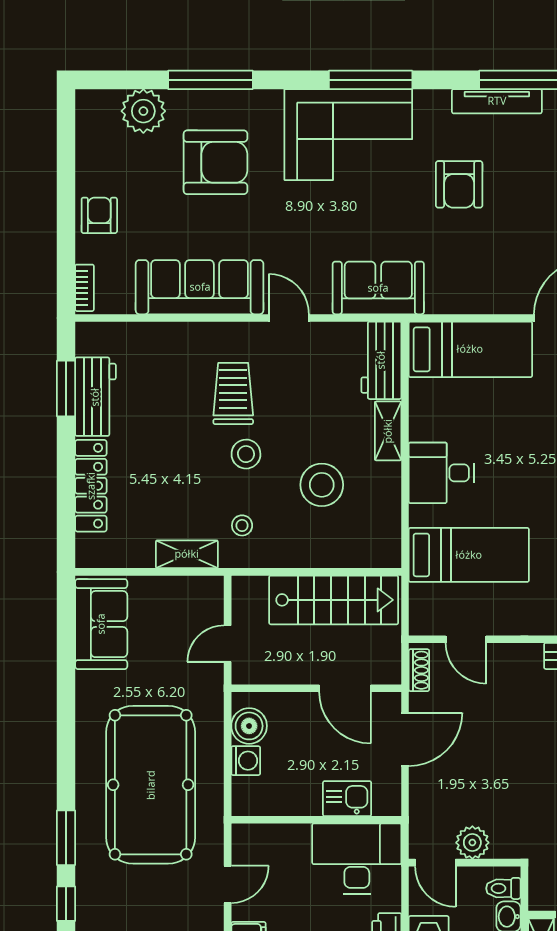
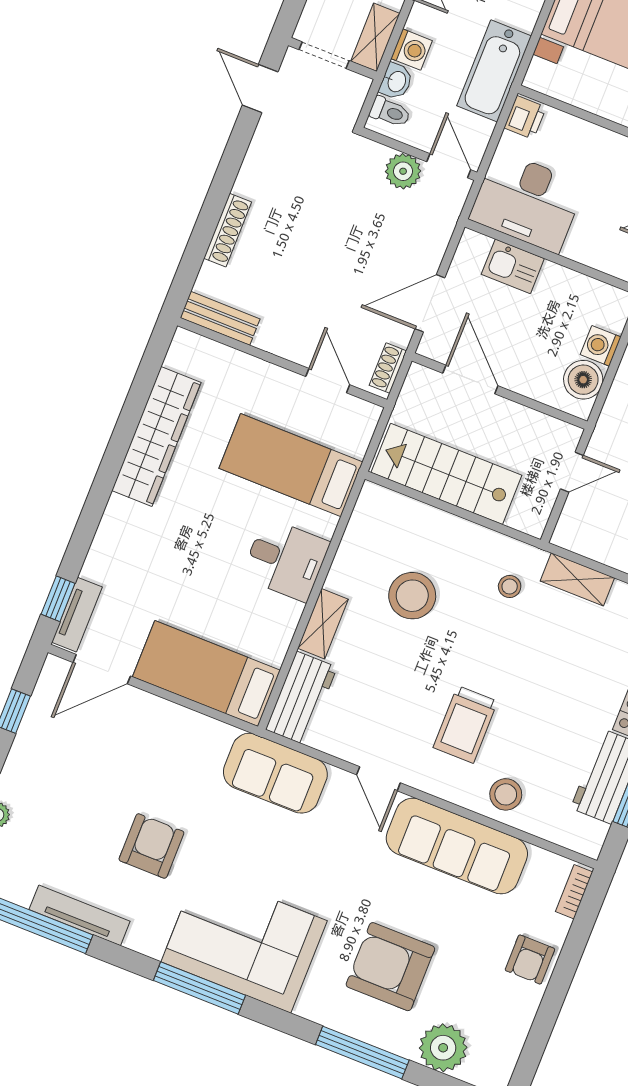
stool: (246, 454) -> (506, 794), moved

